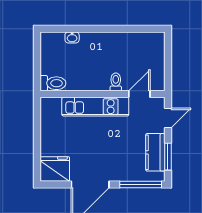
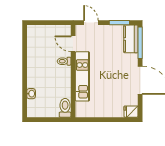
kitchen counter: (155, 152) -> (131, 39), moved, turned 90
fridge: (55, 169) -> (131, 112), width x0.53, depth x0.75

